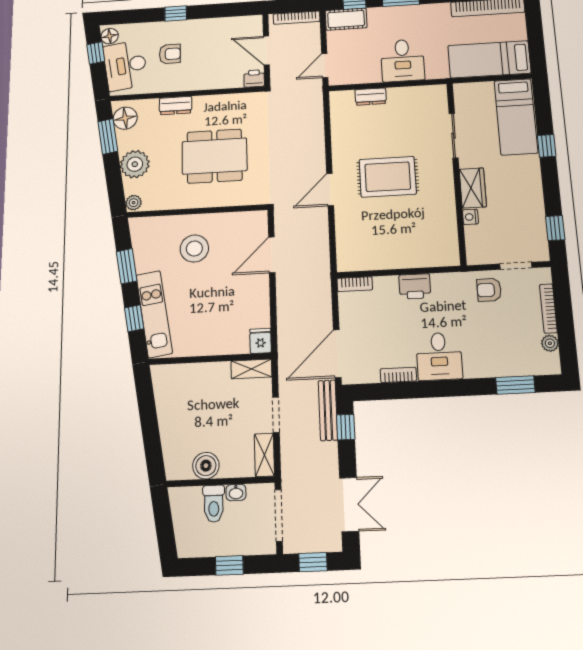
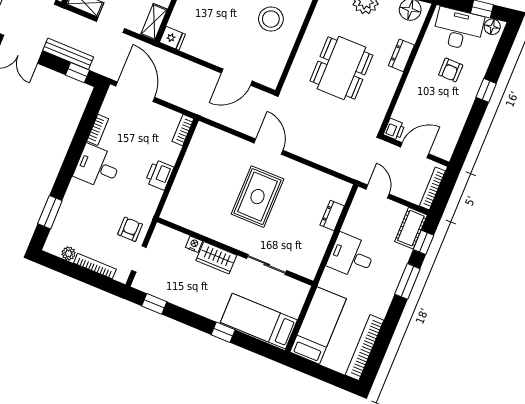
door: (272, 255) -> (237, 77), swing flipped
bench: (328, 410) -> (68, 54), moved

